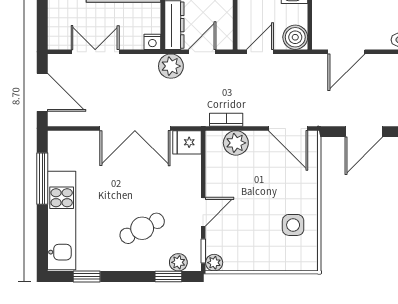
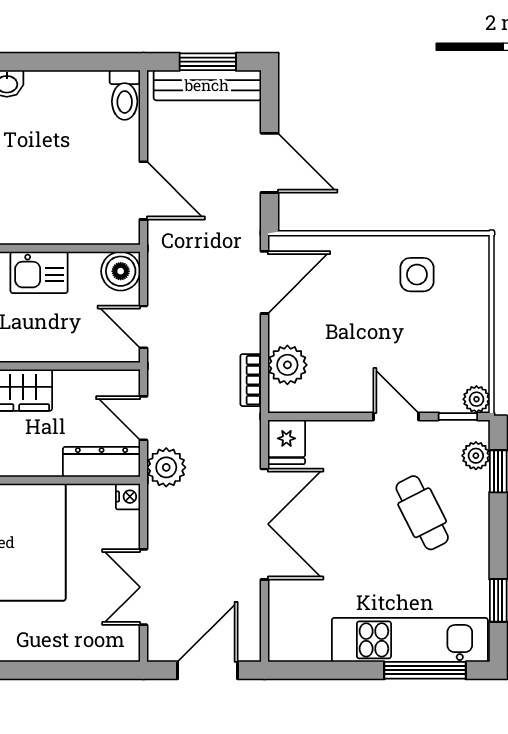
window: (42, 179) -> (425, 670), moved

